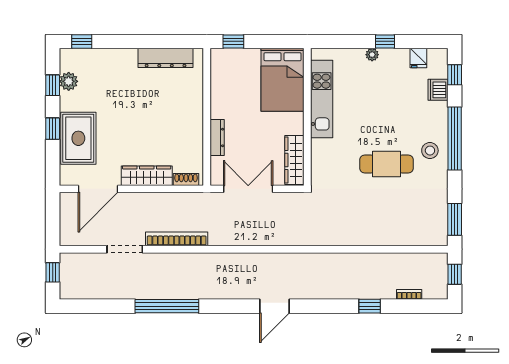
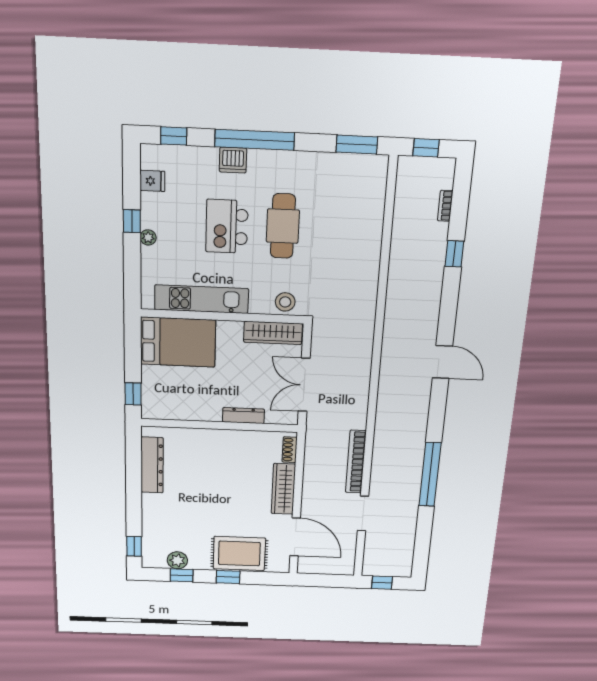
dishwasher: (438, 90) -> (233, 160), moved
kitchen island: (384, 119) -> (227, 226), added
stool: (430, 151) -> (285, 302), moved

